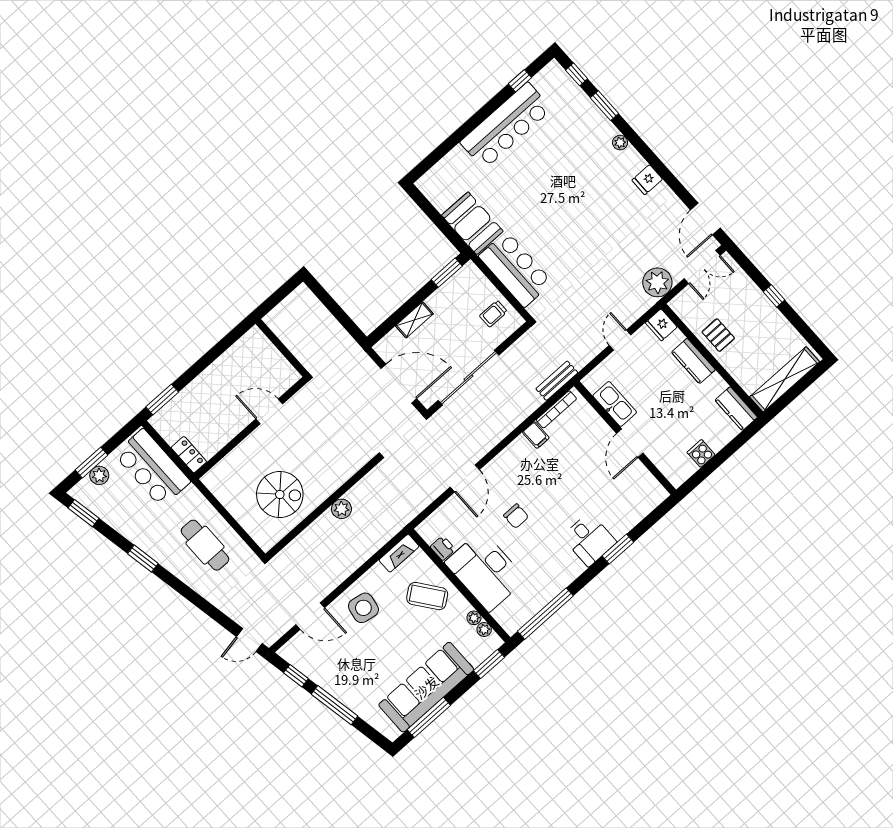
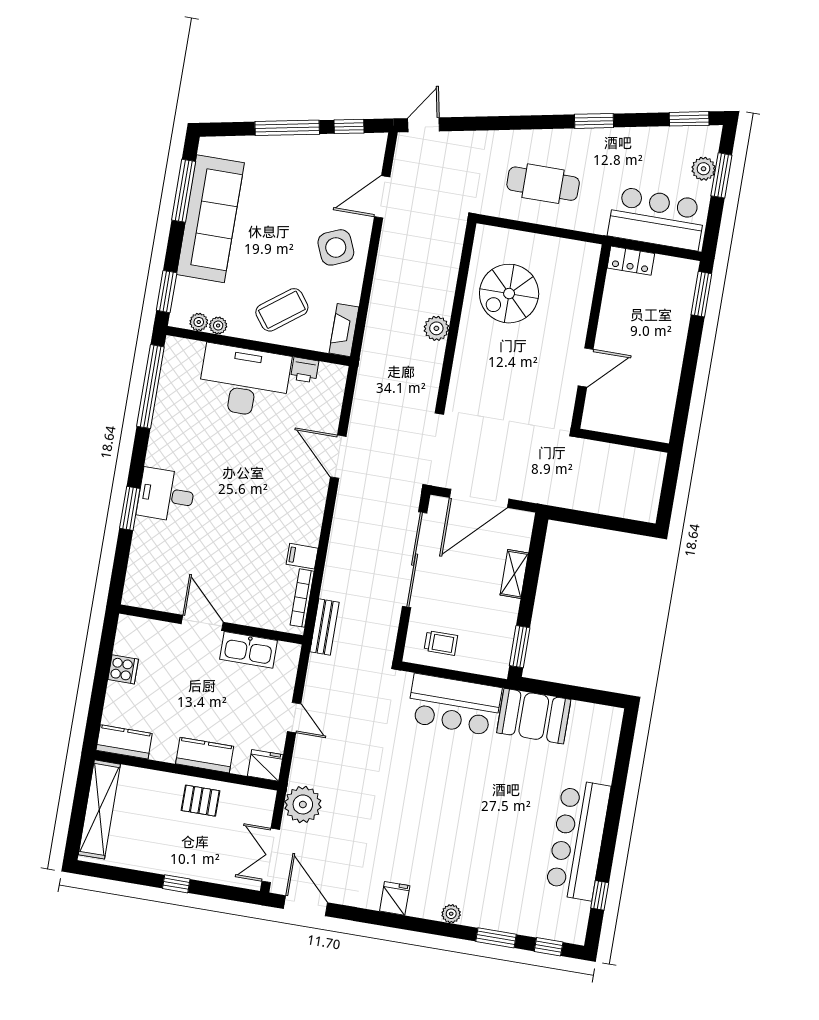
trolley: (493, 314) -> (441, 643), turned 90
chair: (516, 516) -> (257, 460), removed
side table: (363, 608) -> (336, 247), turned -33

